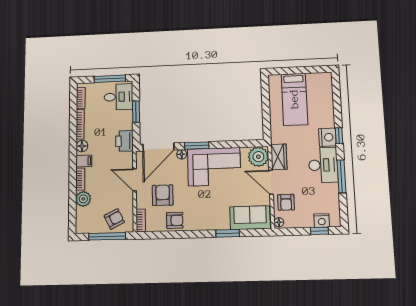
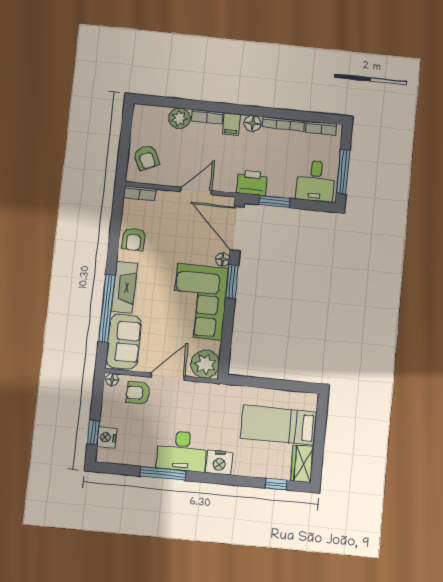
window: (136, 112) -> (274, 202), moved
window: (339, 136) -> (276, 484), moved
wardrobe: (279, 157) -> (302, 464), moved, turned 90
armchair: (163, 195) -> (170, 227), removed
fireplace: (211, 223) -> (124, 287), added
window: (228, 233) -> (107, 308), width x2.11
window: (107, 236) -> (124, 146), removed

